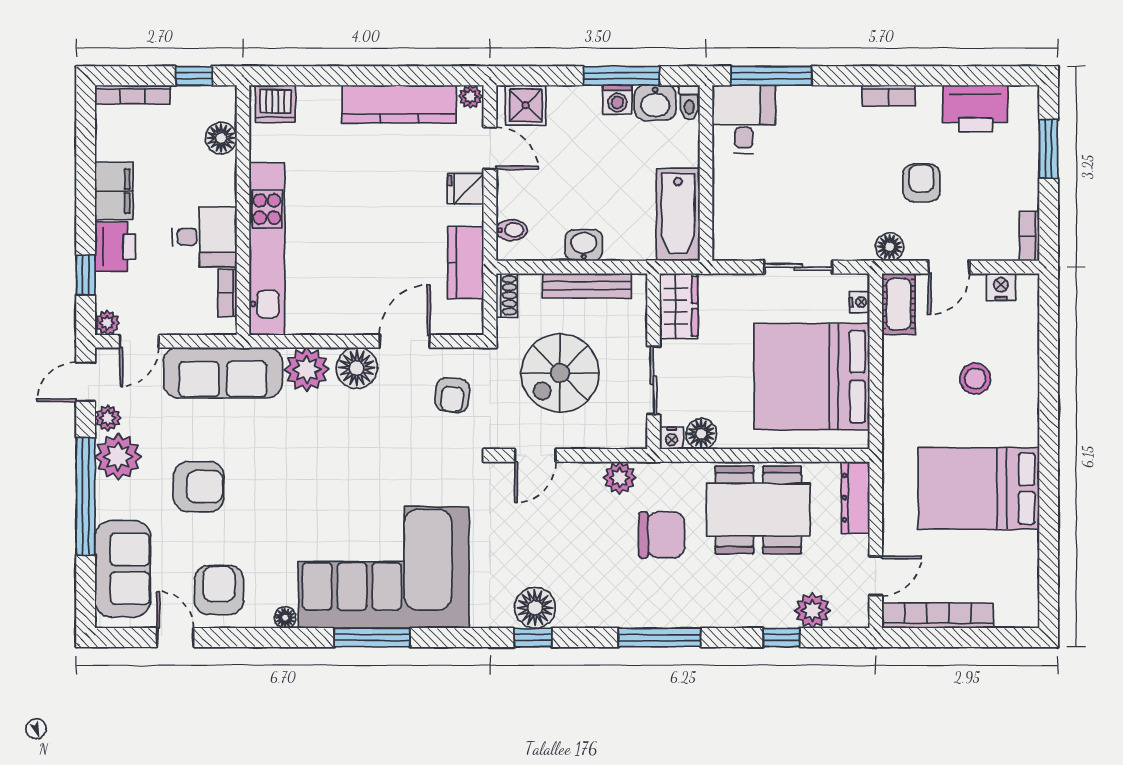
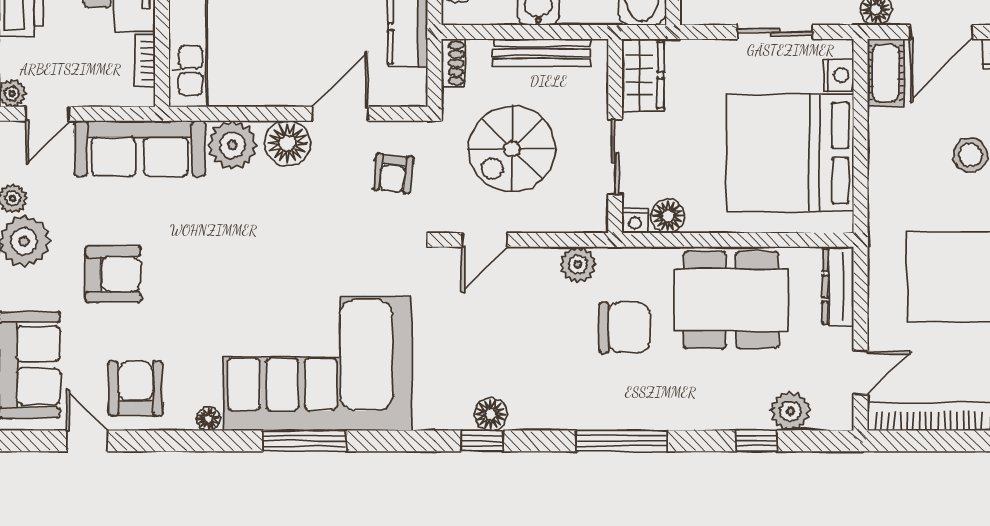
door: (949, 267) -> (941, 32), width x1.38
nightstand: (860, 302) -> (839, 75), width x1.39, depth x1.35
floor lamp: (535, 608) -> (491, 414), width x0.73, depth x0.73

